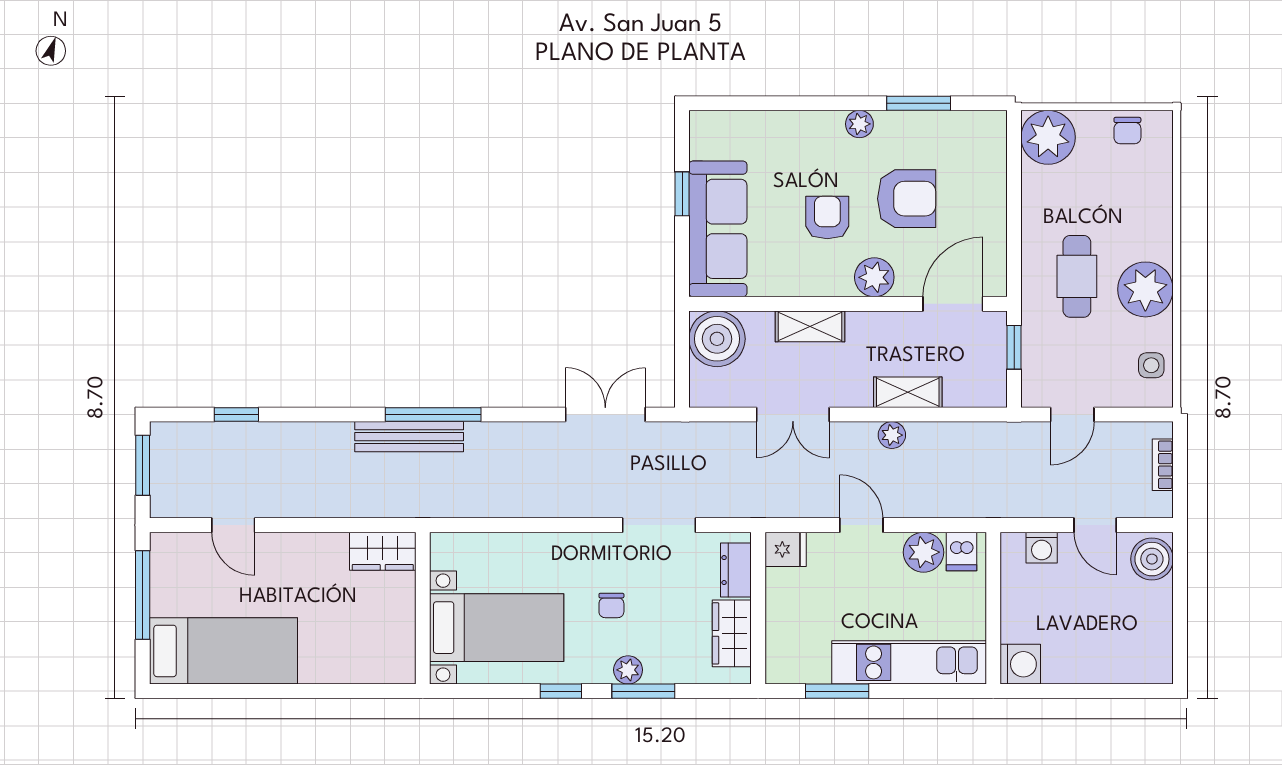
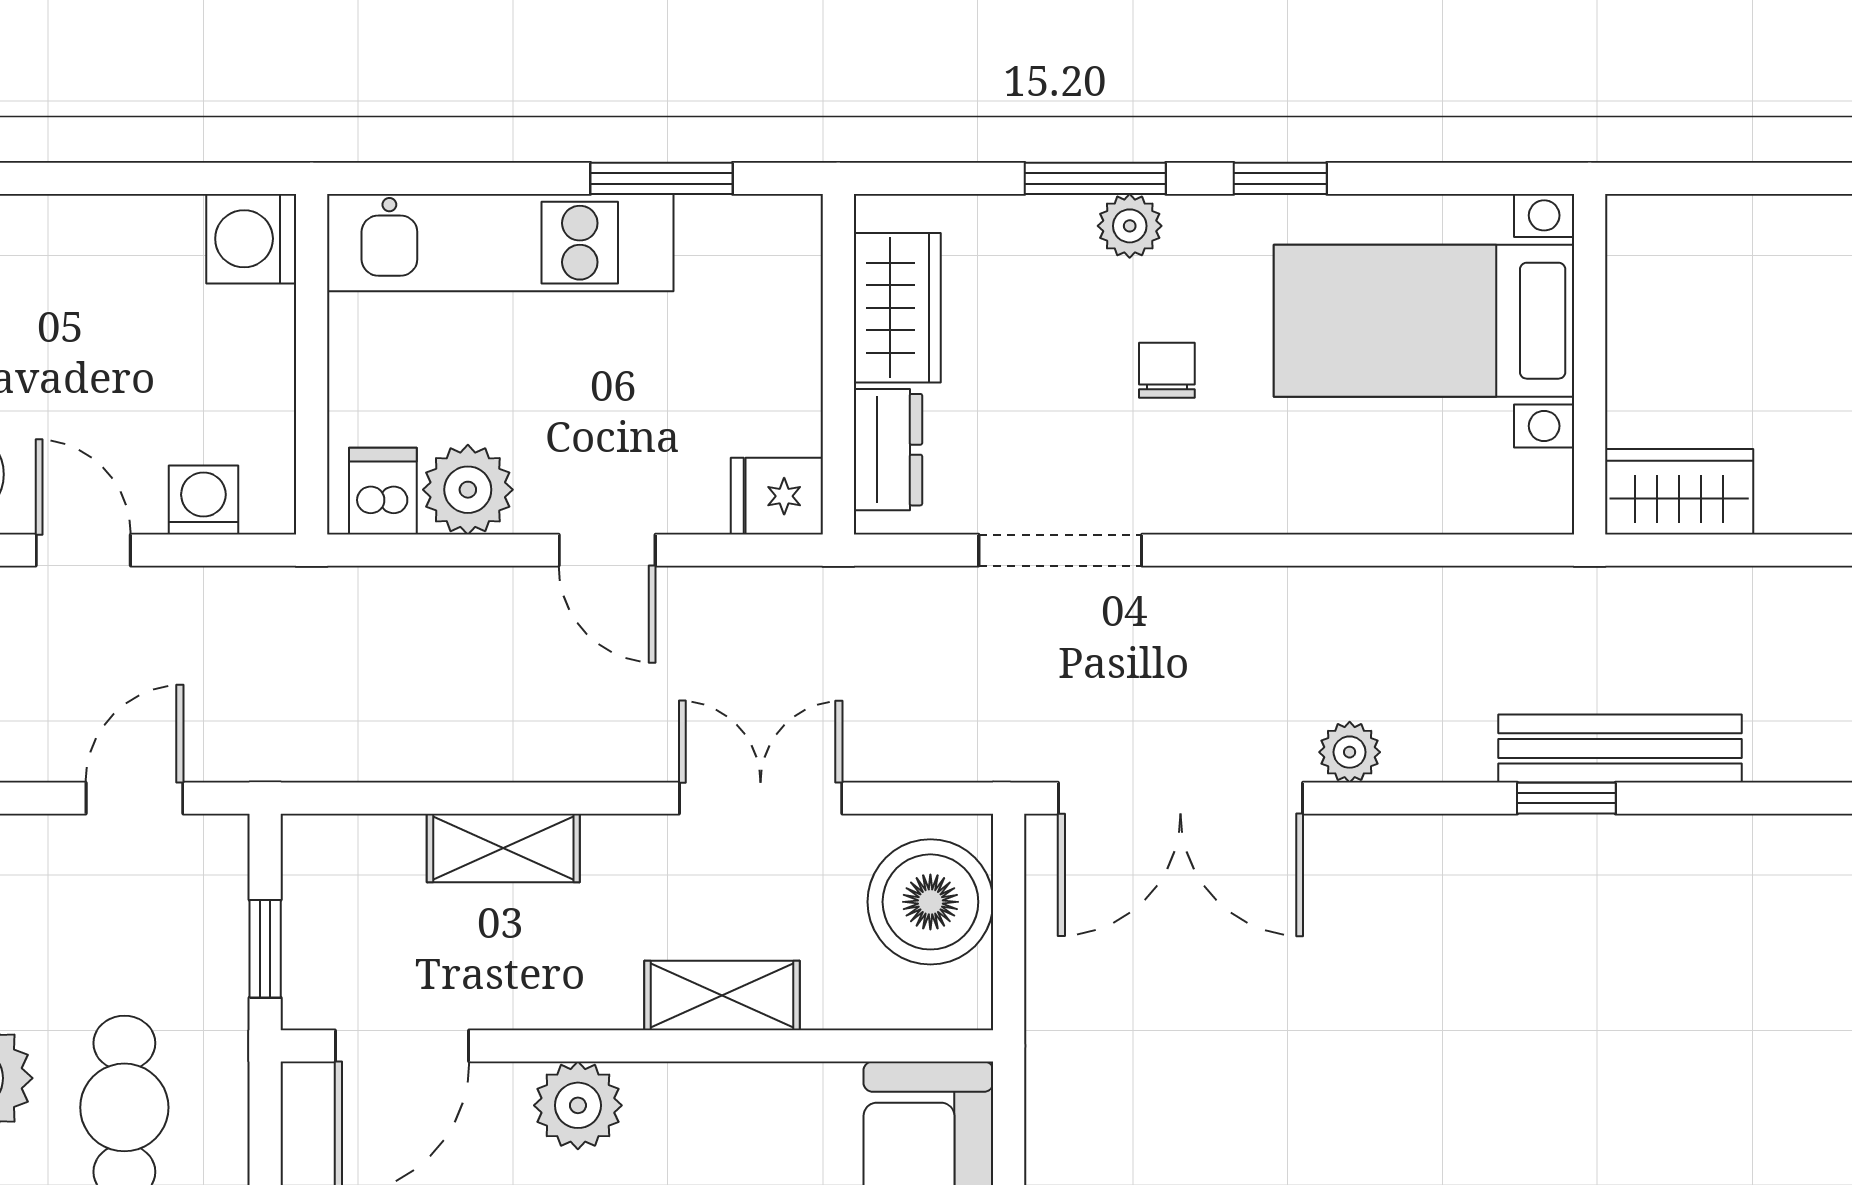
boiler: (717, 339) -> (930, 902), moved
window: (433, 415) -> (1566, 798), width x0.46
double door: (605, 415) -> (1180, 798), width x1.37
plant: (892, 435) -> (1350, 752), moved

